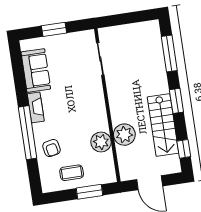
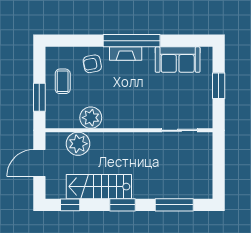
fireplace: (36, 107) -> (126, 54), moved
window: (28, 133) -> (132, 41), moved
plant: (124, 135) -> (78, 144), moved

